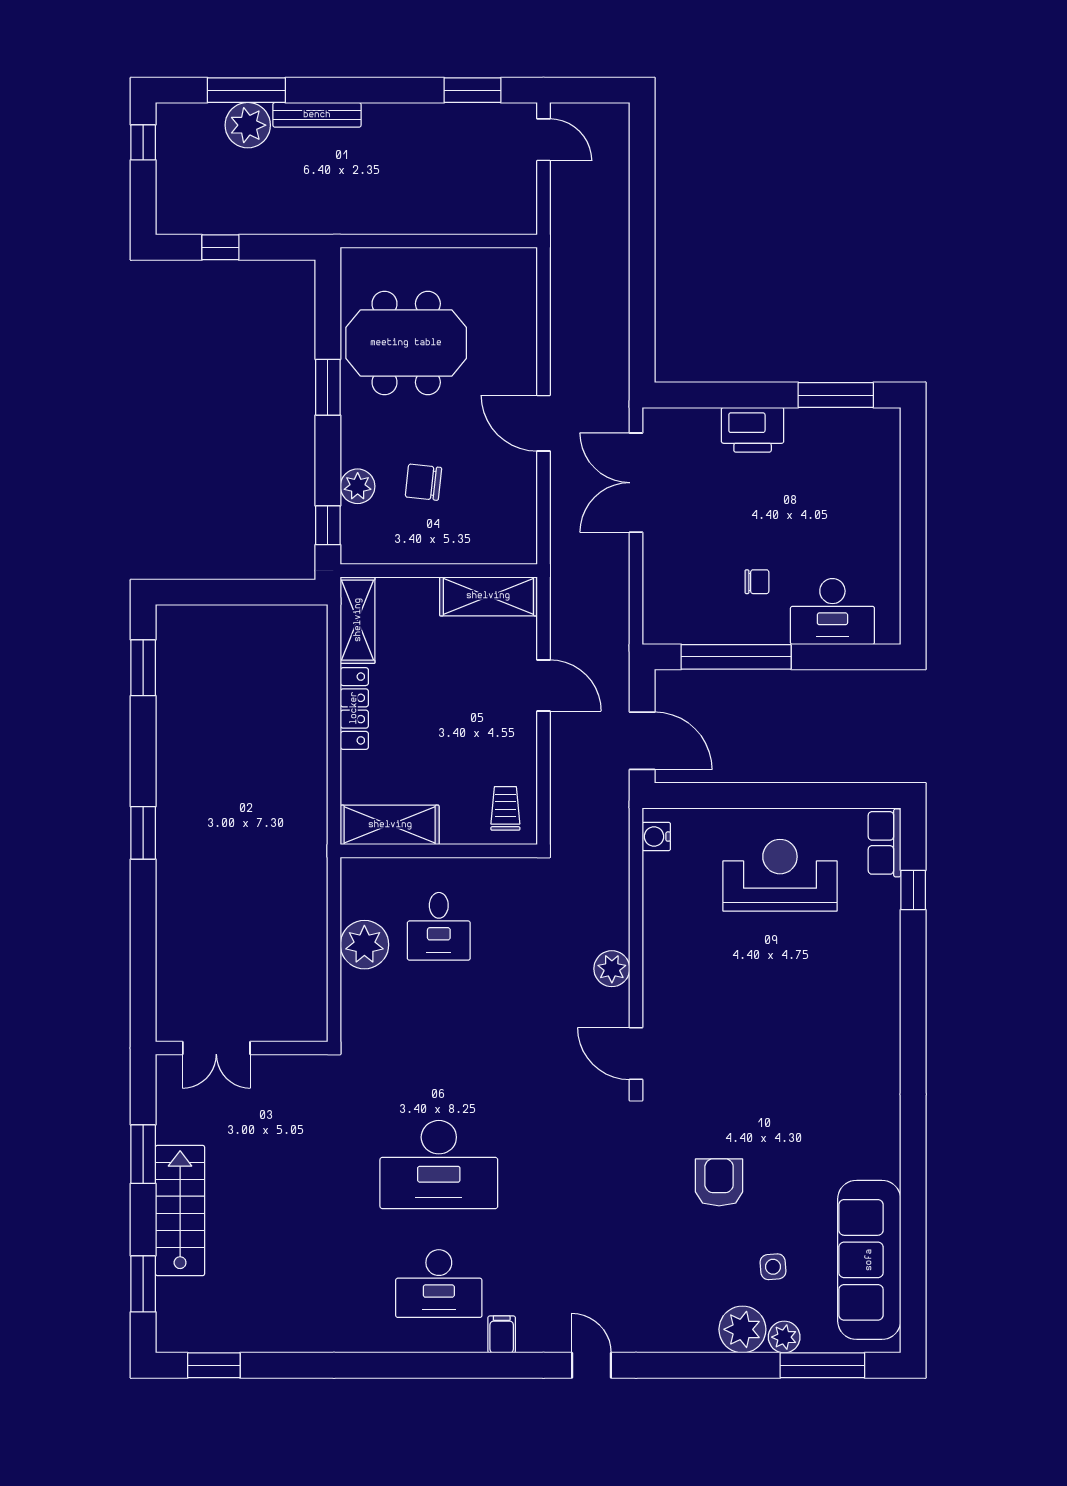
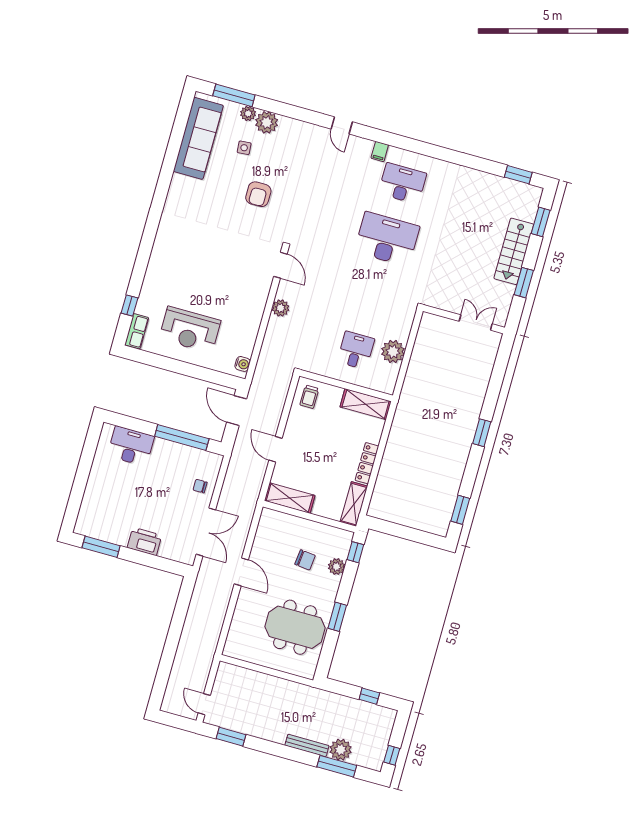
chair: (757, 582) -> (200, 486), moved

